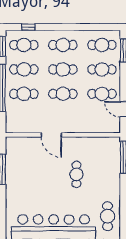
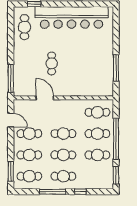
window: (28, 27) -> (80, 192), moved
window: (75, 27) -> (53, 192), added
cafe table: (24, 45) -> (97, 112), moved
door: (51, 135) -> (45, 98), moved

